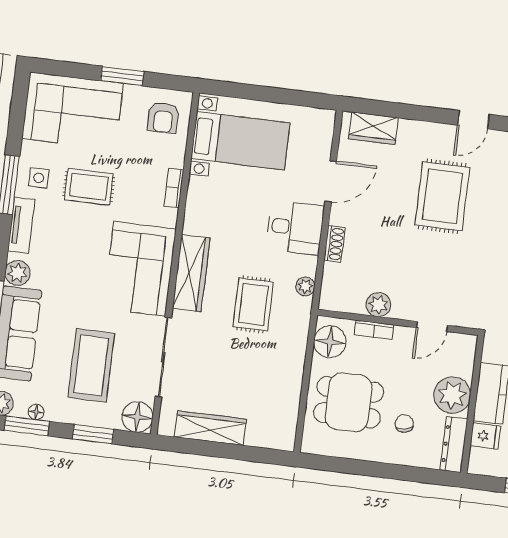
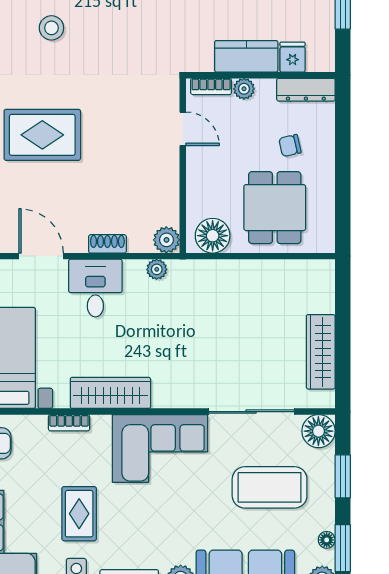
wardrobe: (191, 273) -> (110, 393), moved
rug: (253, 304) -> (183, 322), removed
plant: (378, 305) -> (166, 240), moved
bookcase: (374, 330) -> (211, 86), moved, turned 90
plant: (452, 395) -> (244, 89), width x0.53, depth x0.53

